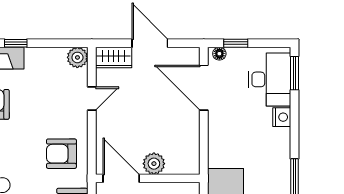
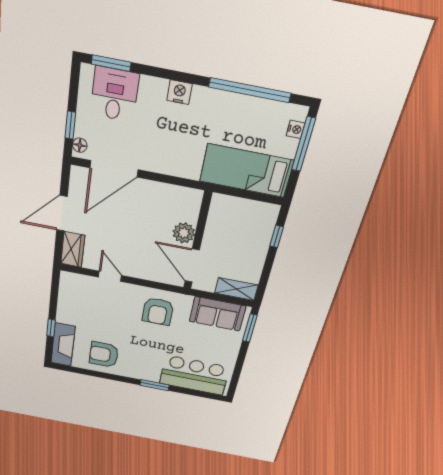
plant: (77, 57) -> (69, 281), removed
desk: (270, 79) -> (115, 94), width x0.73
nightstand: (282, 117) -> (179, 92), moved
door: (121, 178) -> (192, 266), hinge flipped

